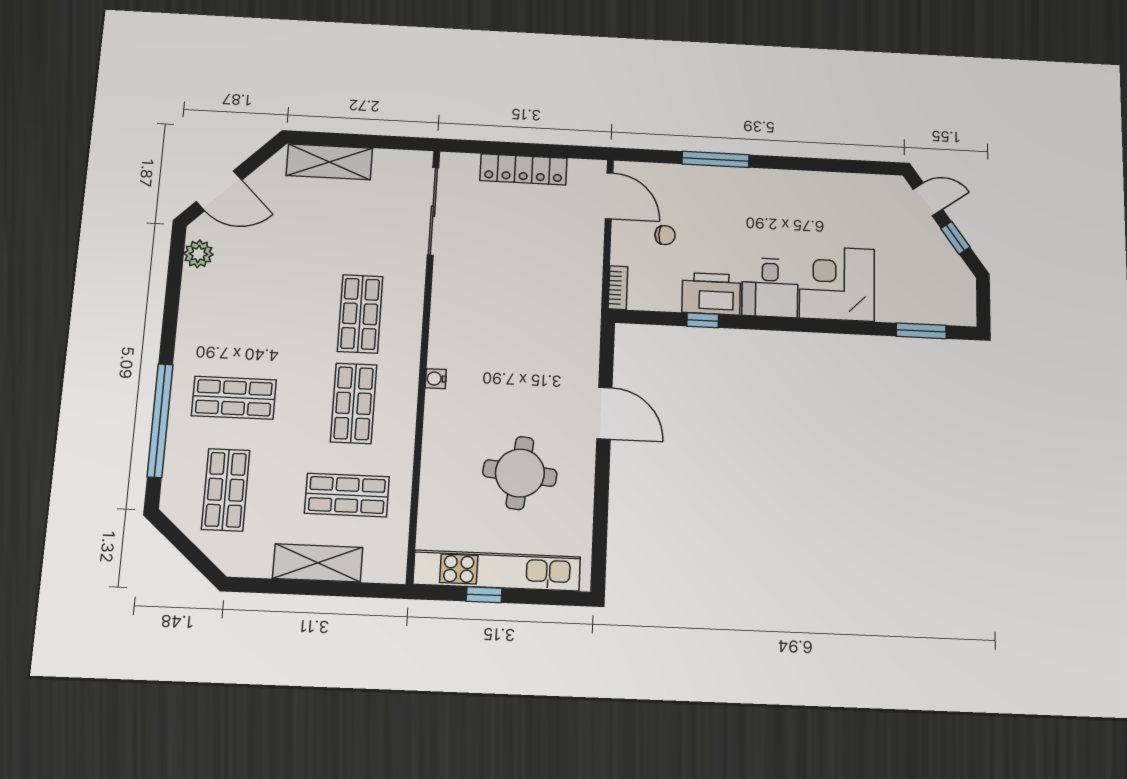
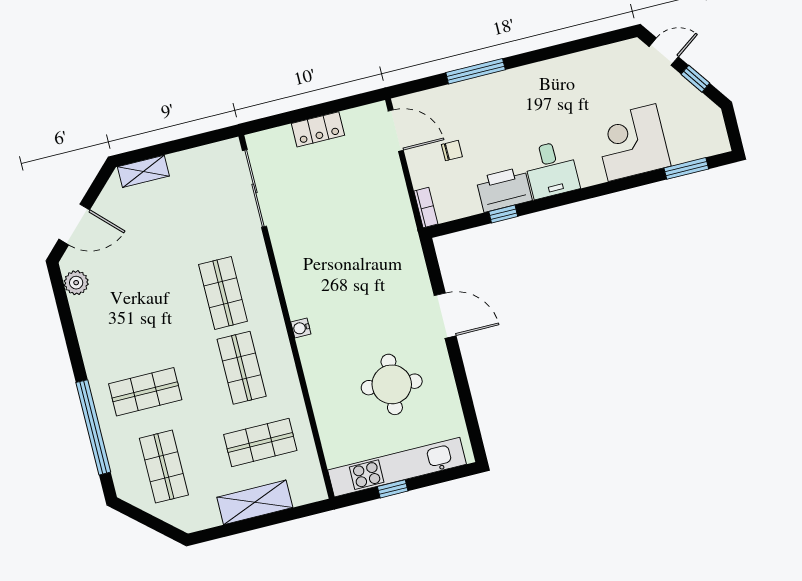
shelving: (329, 162) -> (143, 171), width x0.67, depth x0.75
locker: (523, 169) -> (318, 129), width x0.66
corner desk: (837, 284) -> (632, 142), moved

